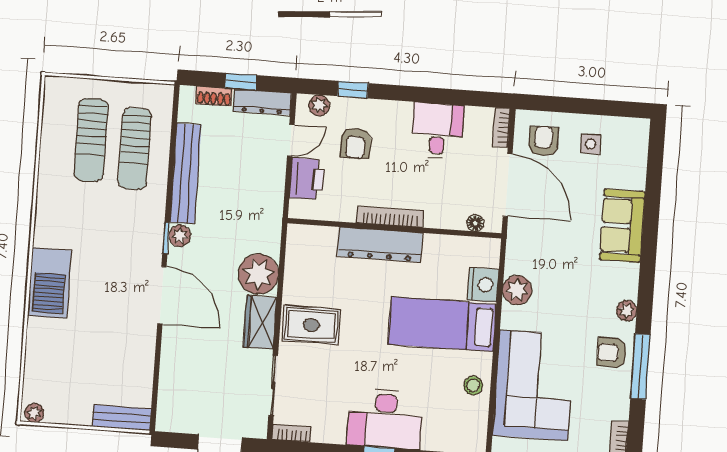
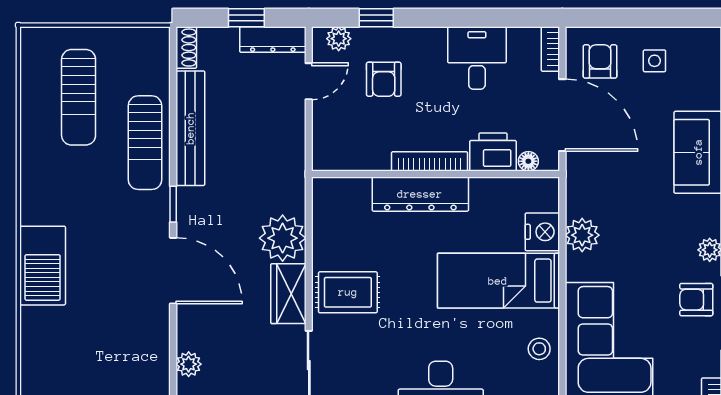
shoe rack: (214, 96) -> (186, 48), moved, turned -90
sun lounger: (135, 149) -> (145, 143), moved
printer: (307, 179) -> (493, 152), moved, turned -90
plant: (180, 236) -> (189, 364), moved

